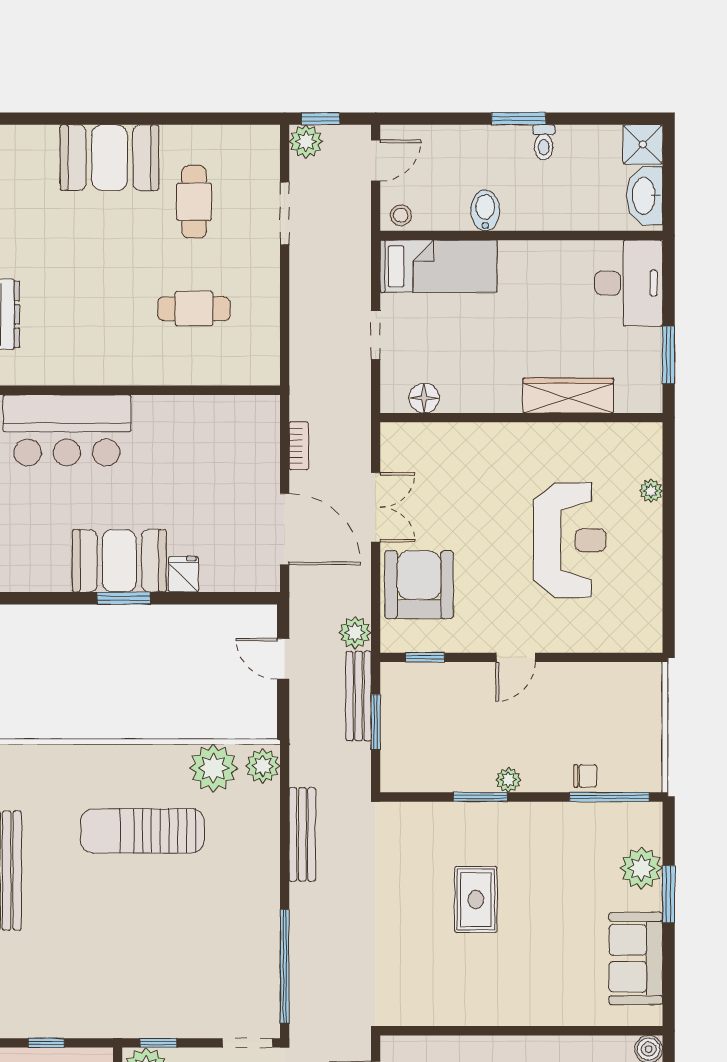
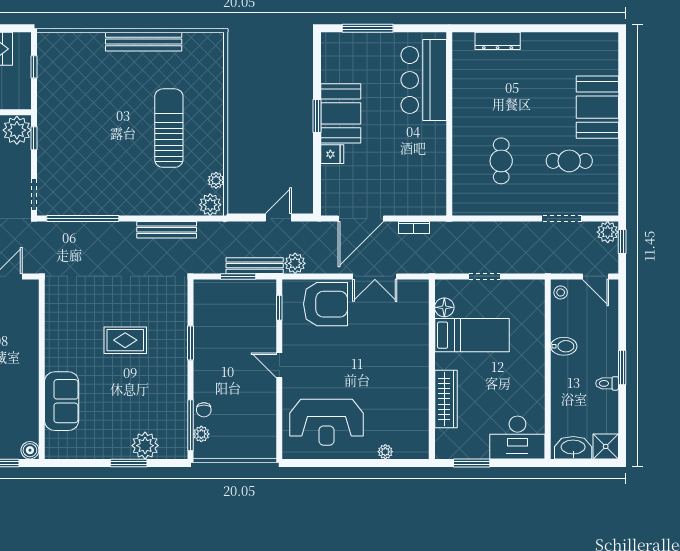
bed: (439, 266) -> (472, 335), moved, turned -90
reception desk: (570, 540) -> (327, 422), moved
plant: (213, 768) -> (216, 180), width x0.53, depth x0.53
plant: (508, 780) -> (201, 434), moved
sofa: (636, 958) -> (62, 401), moved, turned 90

